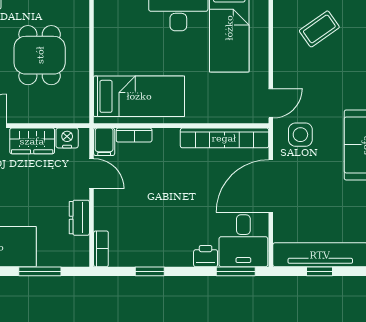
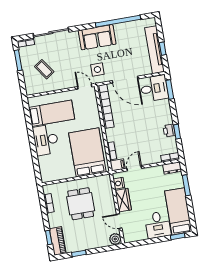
dining table: (40, 55) -> (81, 204), turned 90
bed: (139, 96) -> (87, 152), width x1.50
dresser: (79, 218) -> (172, 168), moved
printer: (206, 256) -> (169, 130), moved

